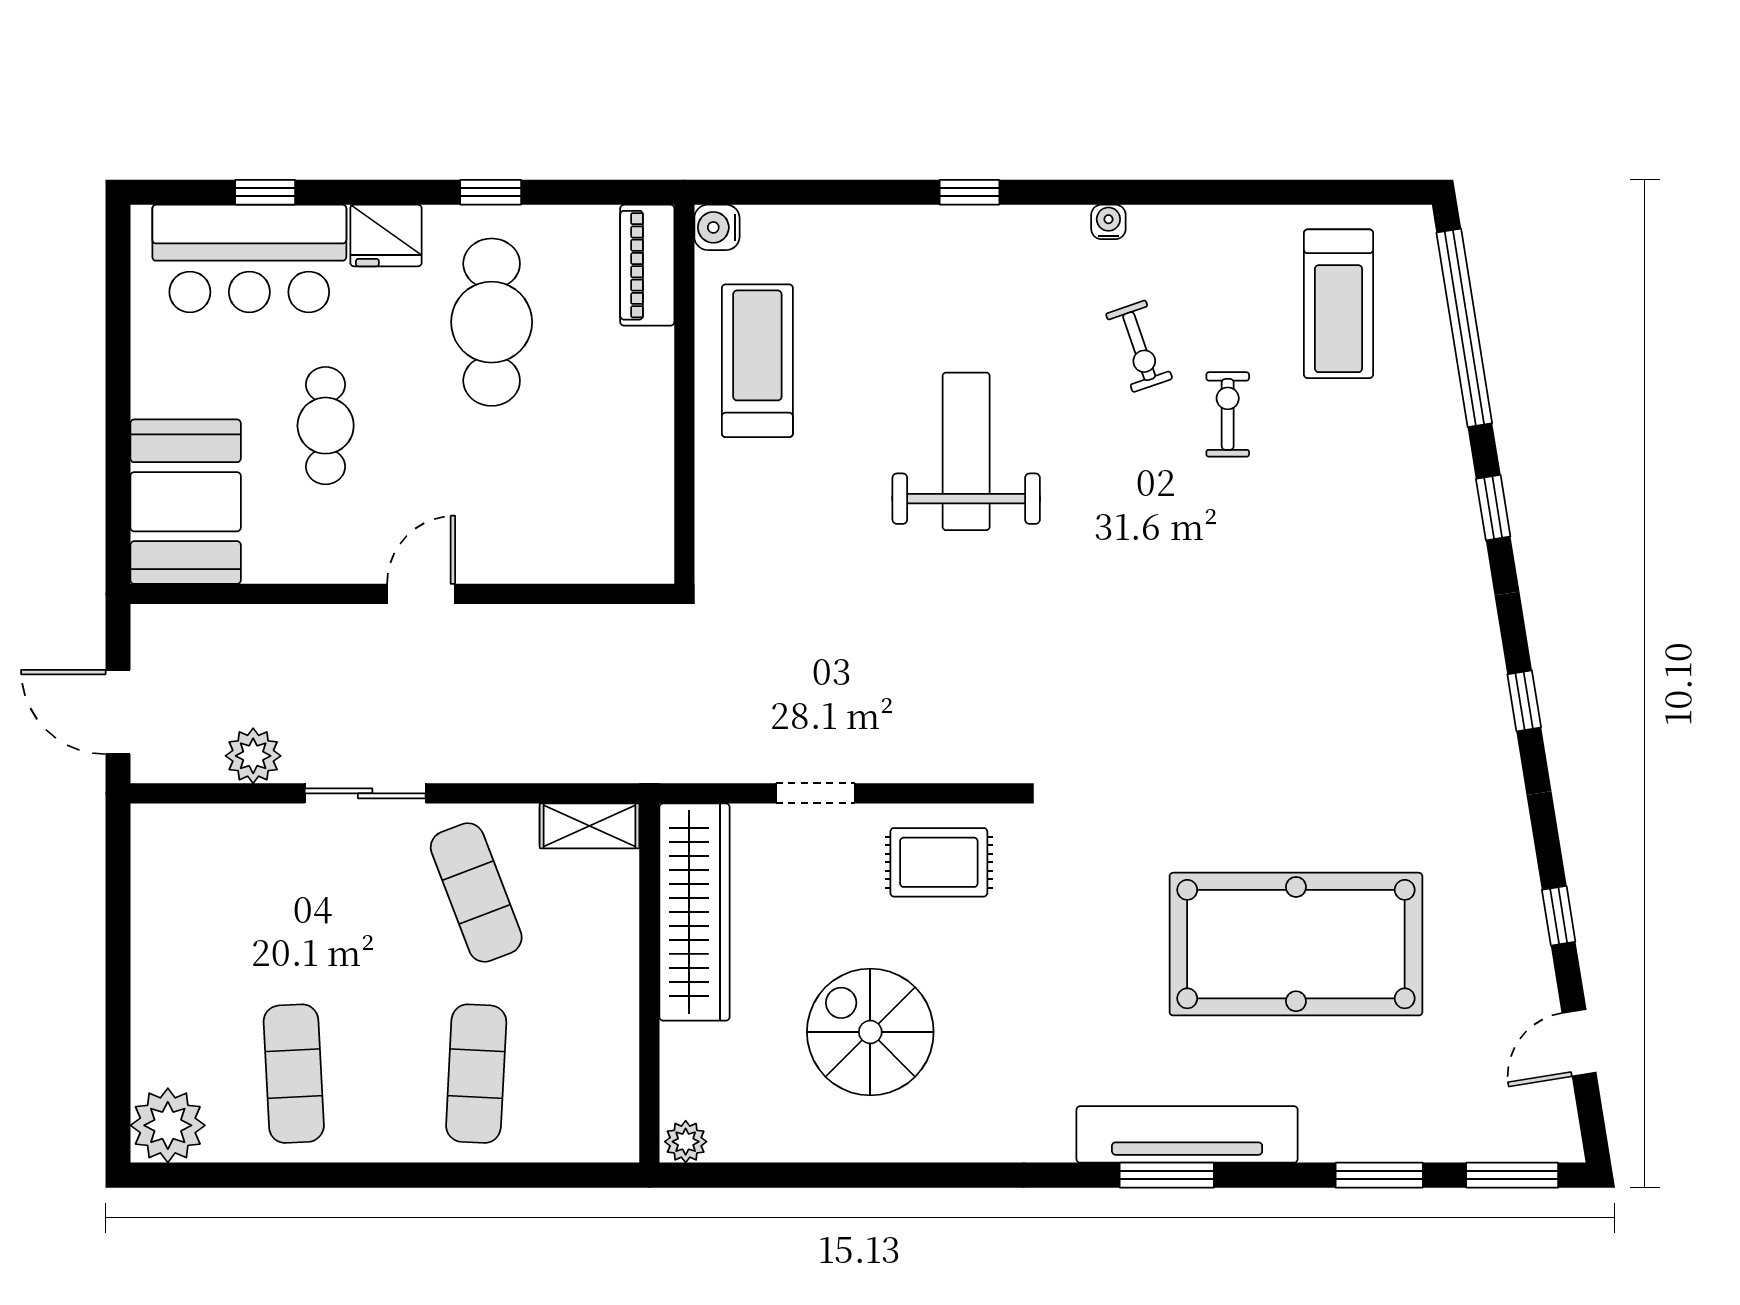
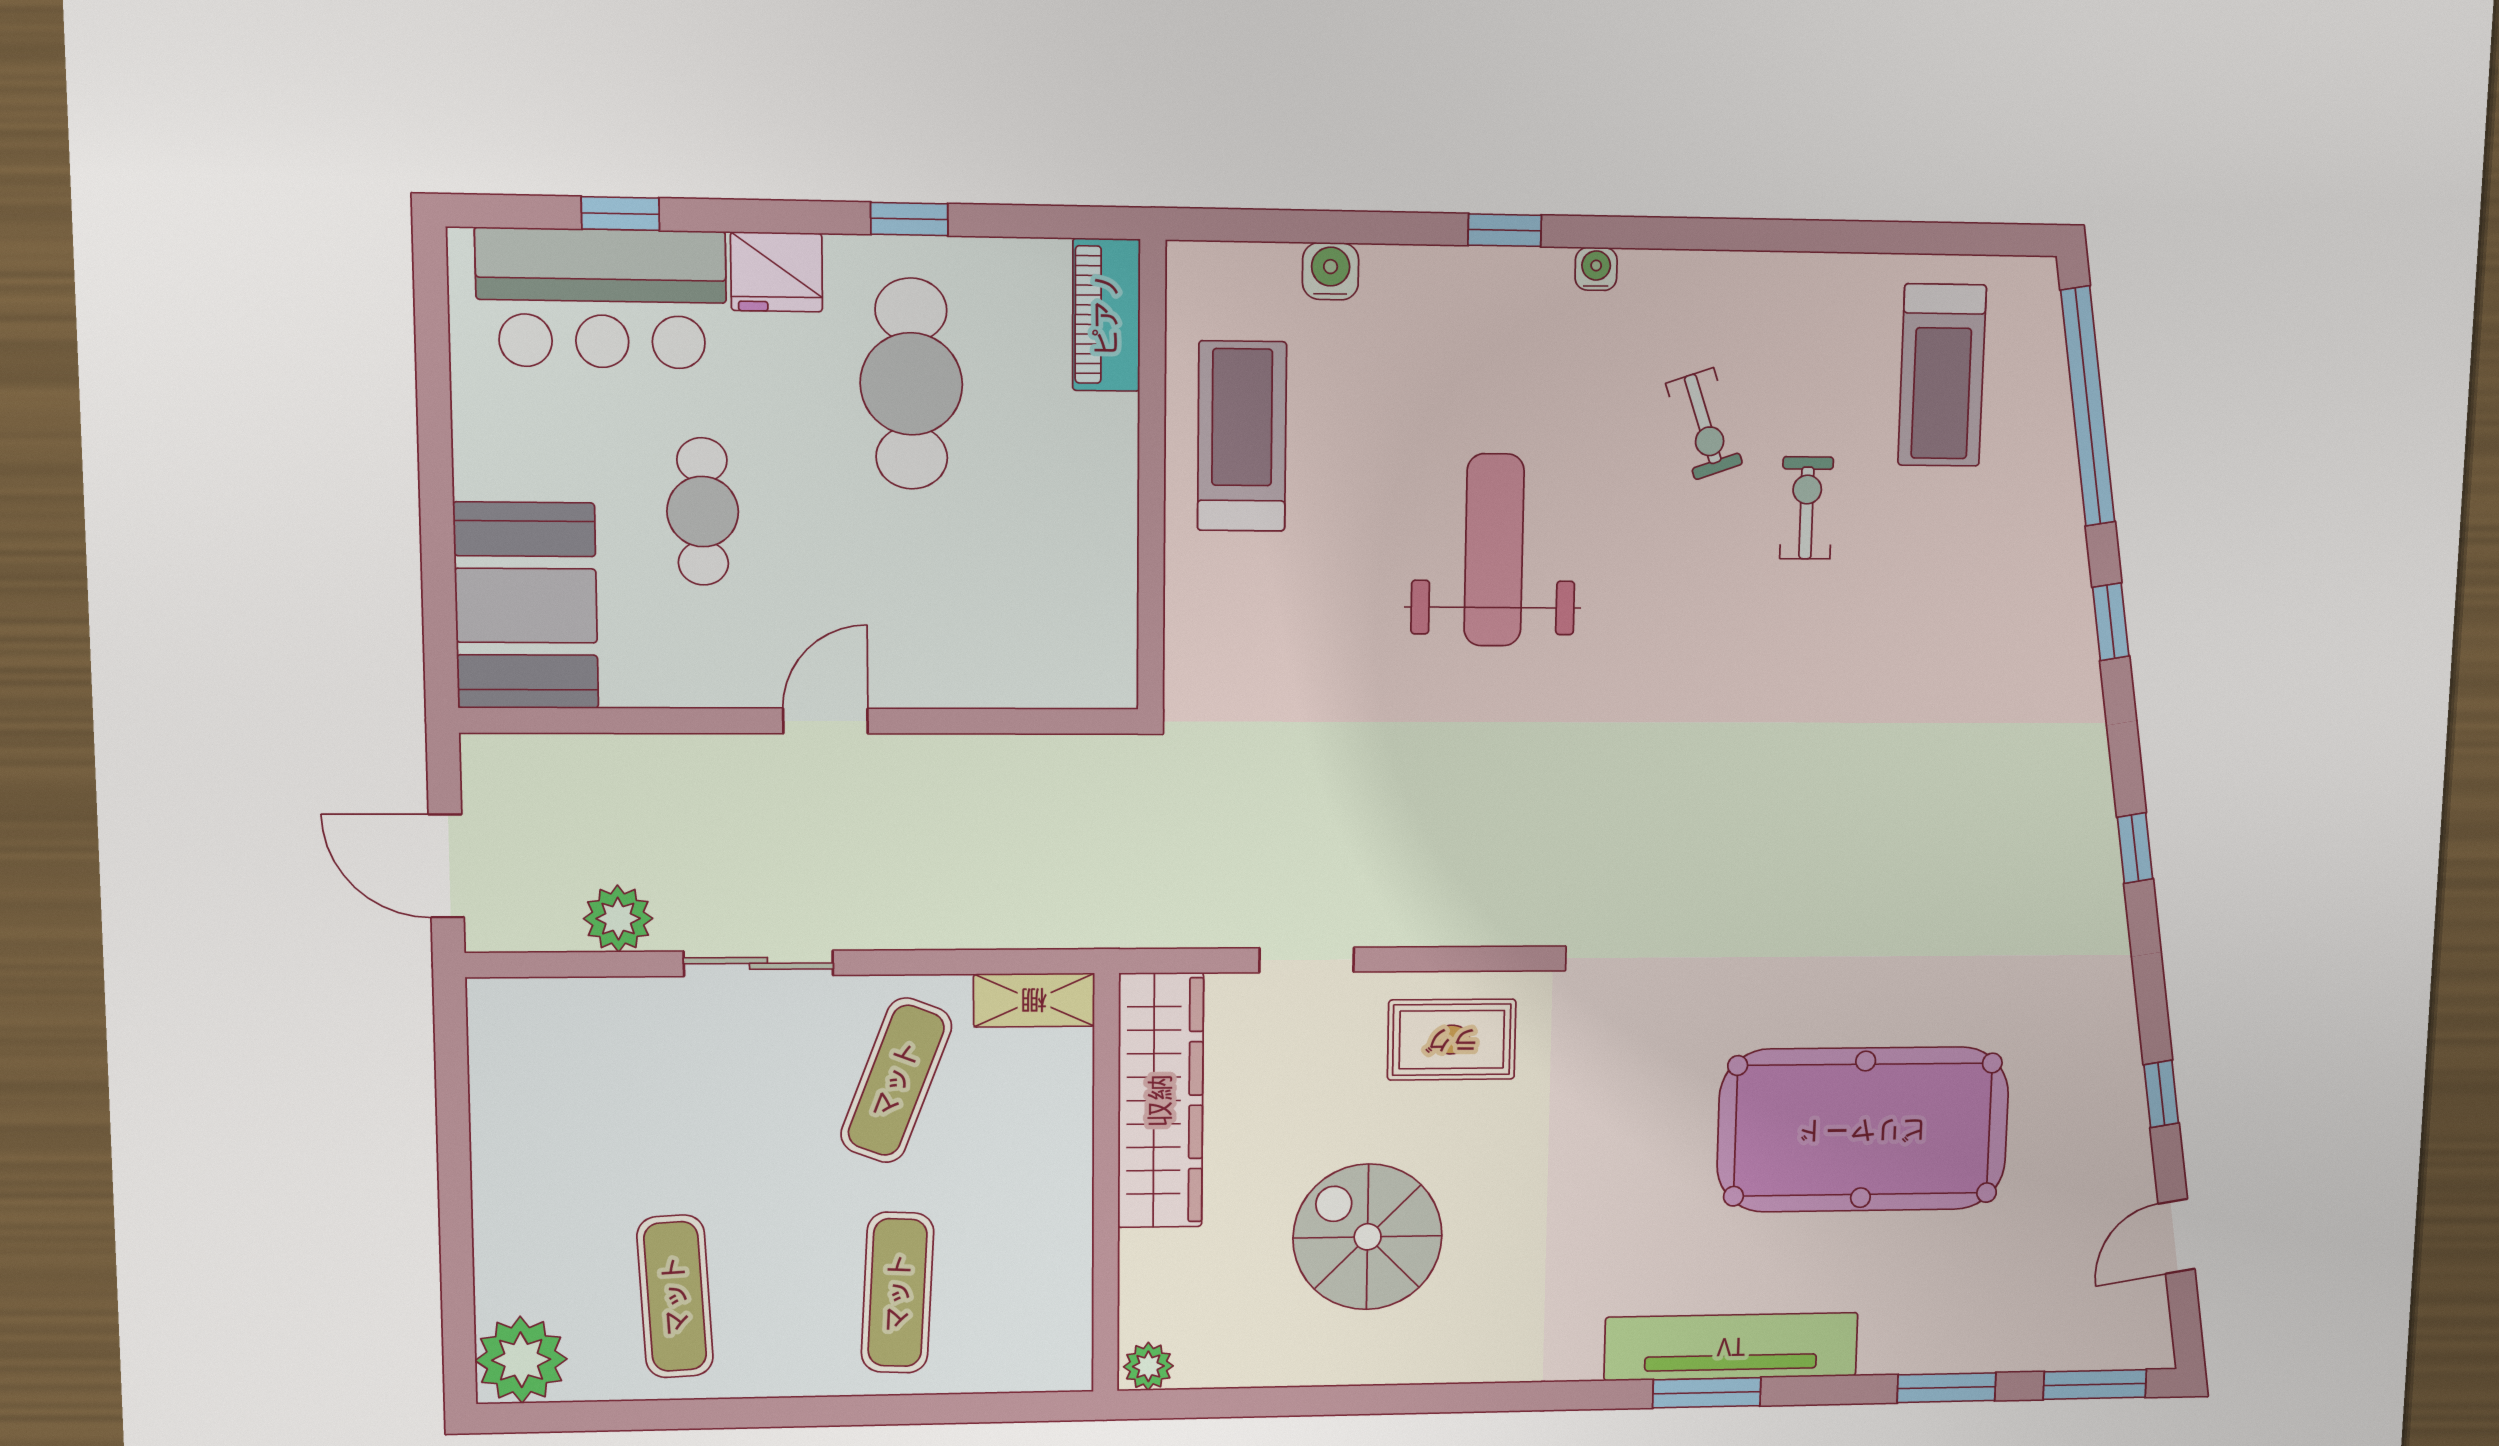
water cooler: (1108, 222) -> (1596, 269), moved
water cooler: (717, 227) -> (1331, 271), moved, turned 90
exercise mat: (476, 892) -> (896, 1080), turned 42

